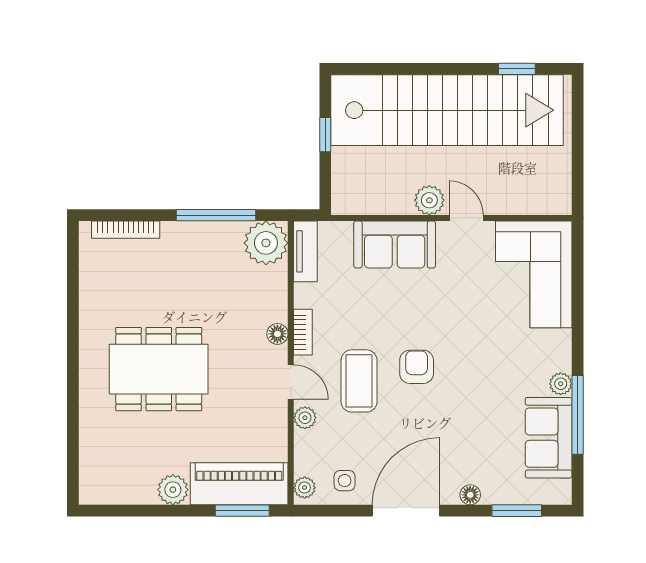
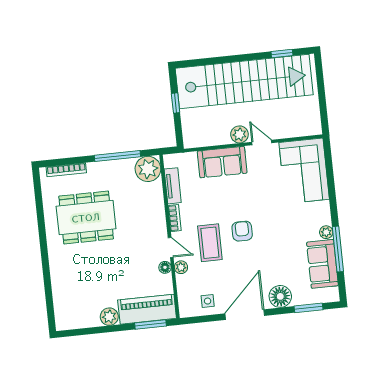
tv unit: (305, 251) -> (173, 186), moved
floor lamp: (277, 334) -> (165, 267), moved
dining table: (159, 369) -> (86, 217), moved
plant: (305, 488) -> (185, 307), removed
floor lamp: (470, 495) -> (280, 296), width x1.89, depth x1.89

